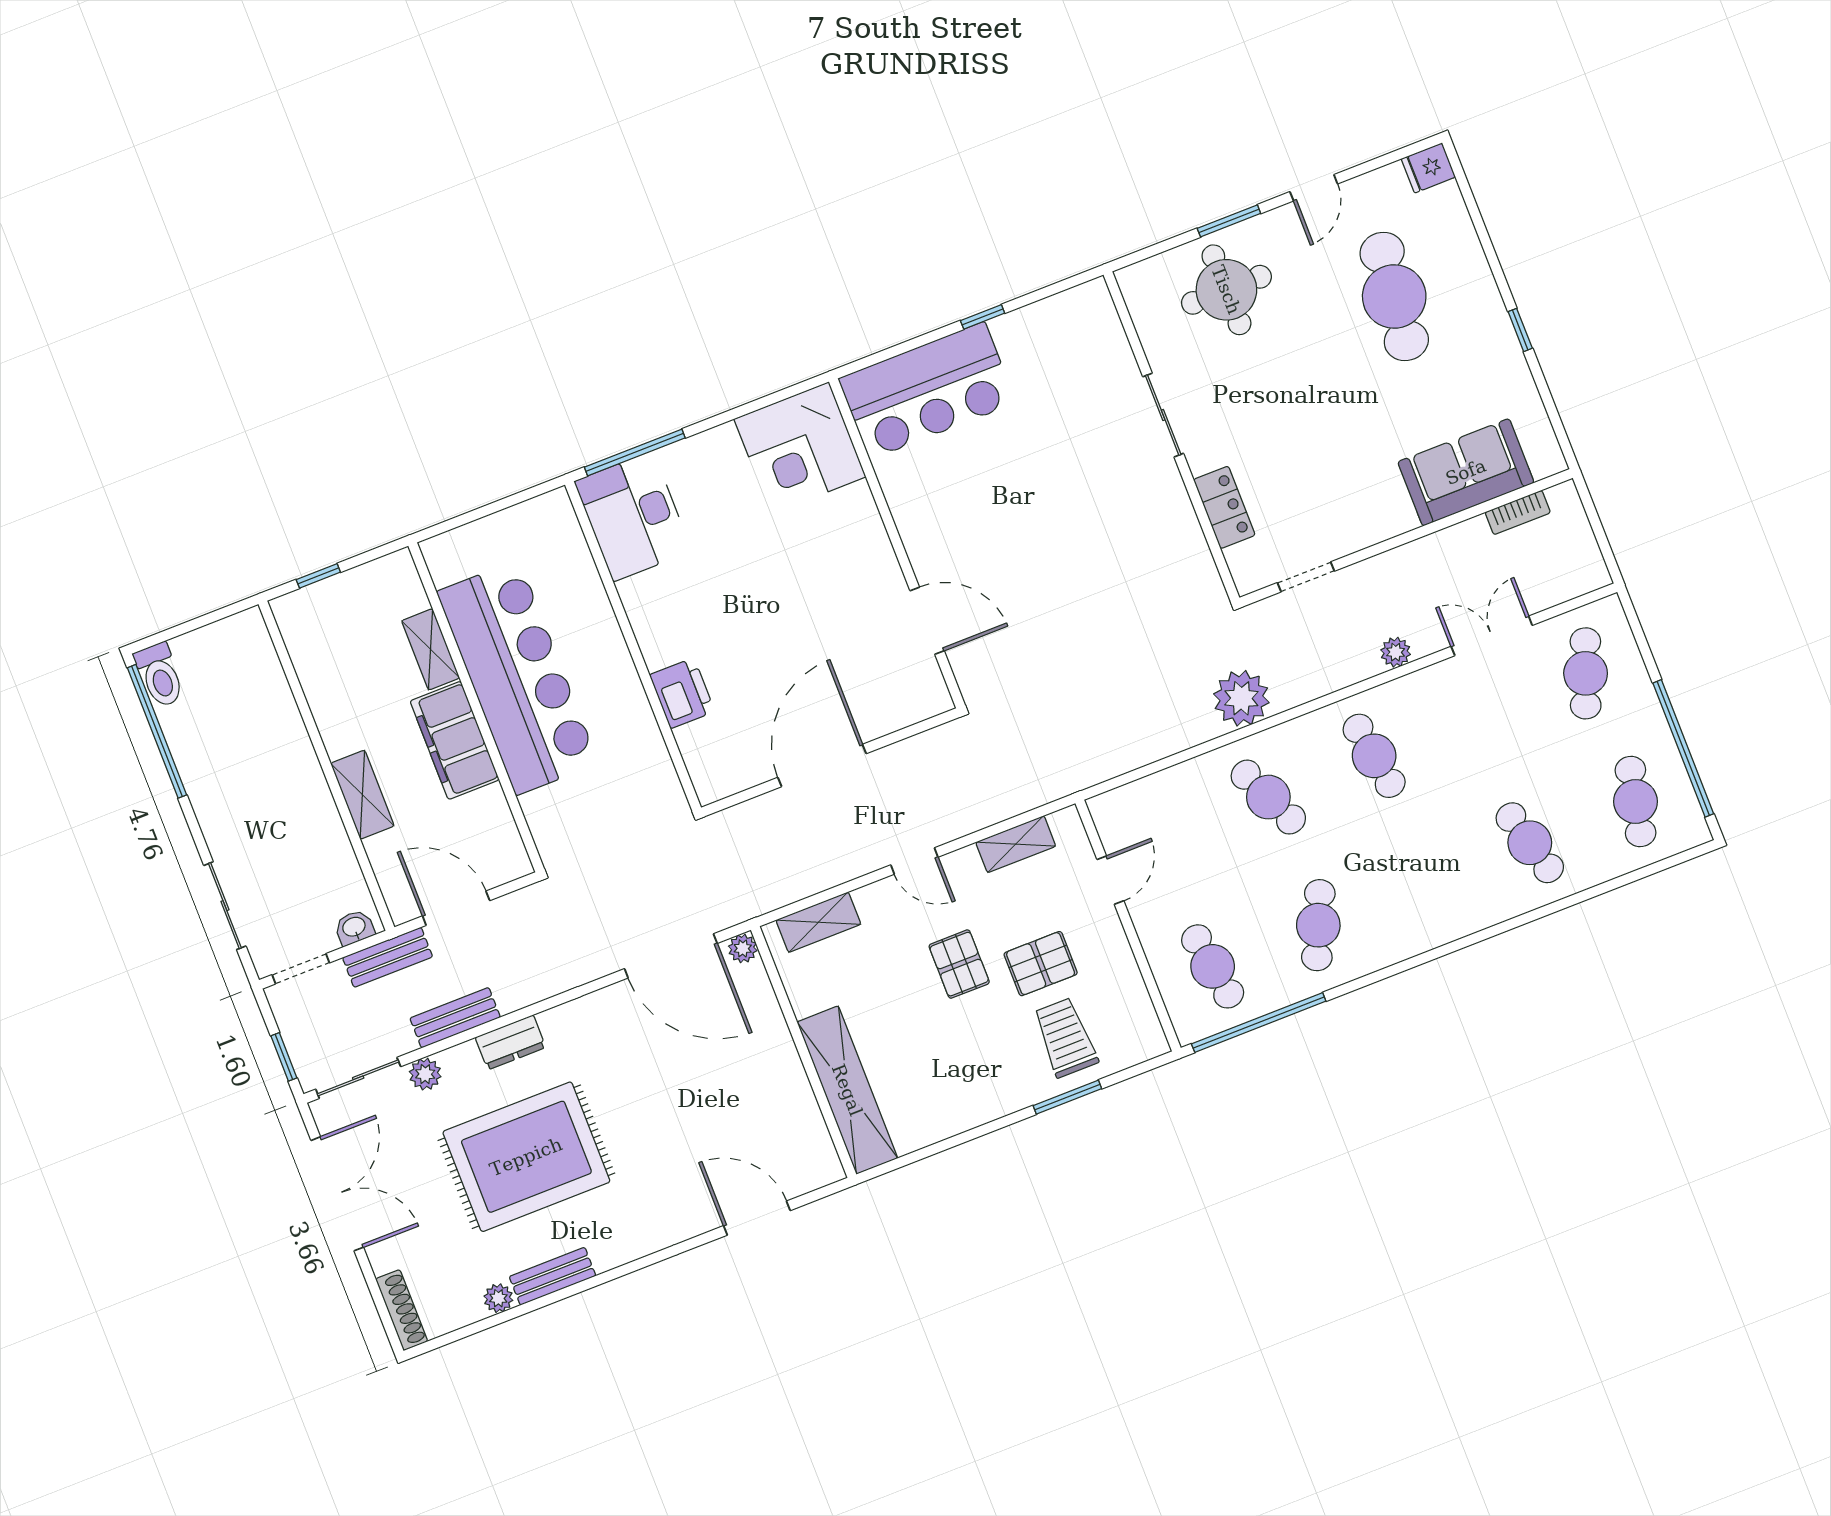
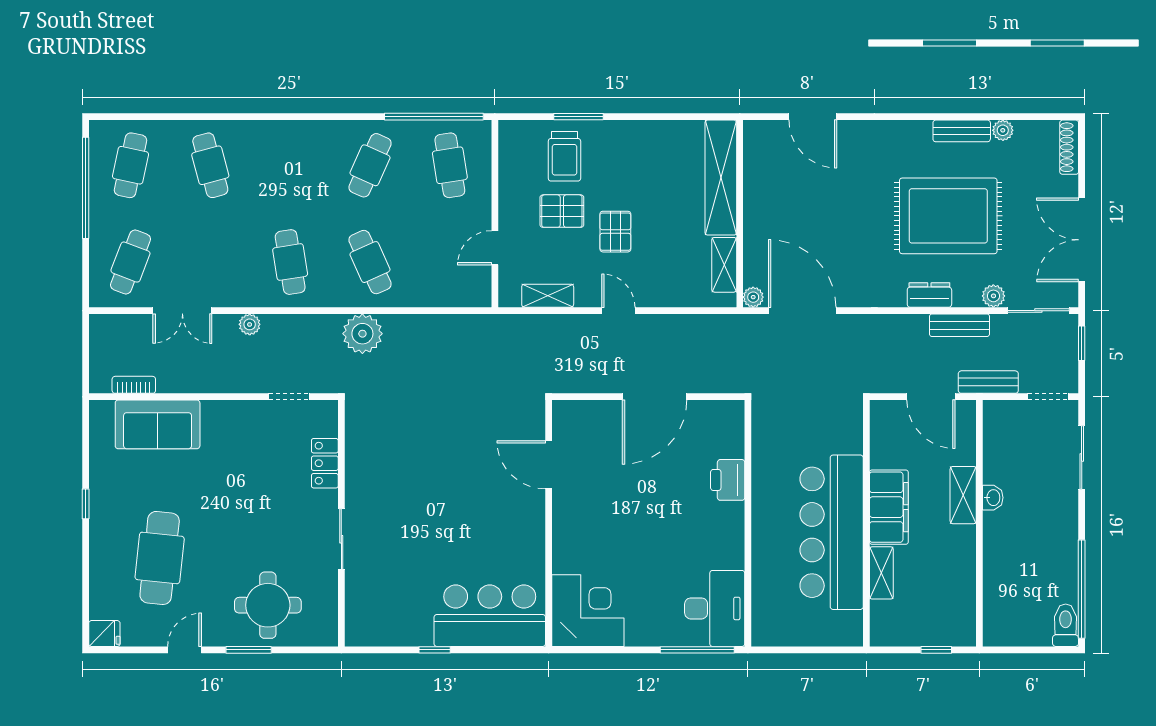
shelving: (818, 922) -> (724, 265), moved, turned 90
washbasin: (354, 927) -> (993, 498), moved, turned -90

